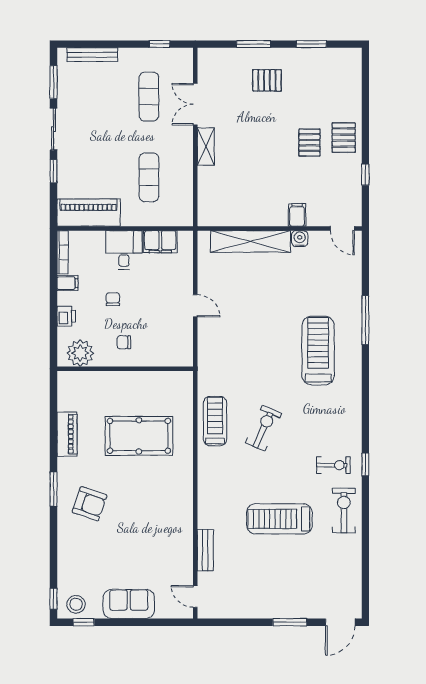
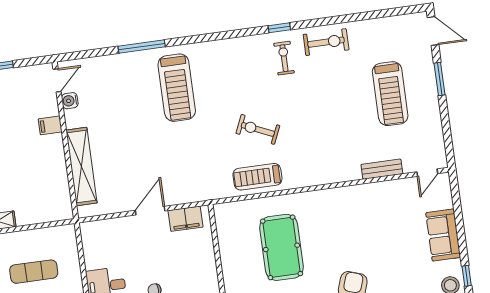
water cooler: (300, 239) -> (70, 101), moved
filing cabinet: (160, 242) -> (185, 219), moved, turned 90
door: (195, 306) -> (150, 211), width x1.38
chair: (124, 342) -> (194, 274), removed
treadmill: (318, 350) -> (177, 88), turned -90
exercise bike: (344, 511) -> (326, 42), turned 180
treadmill: (279, 519) -> (390, 94), moved

